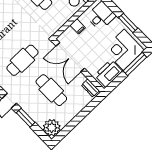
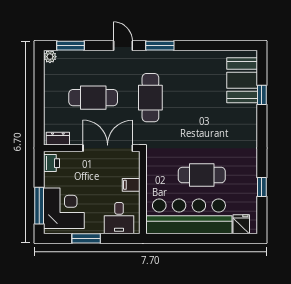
printer: (108, 73) -> (51, 163), width x0.53, depth x0.68
window: (26, 118) -> (71, 46), moved
plant: (52, 128) -> (50, 57), width x0.53, depth x0.53

